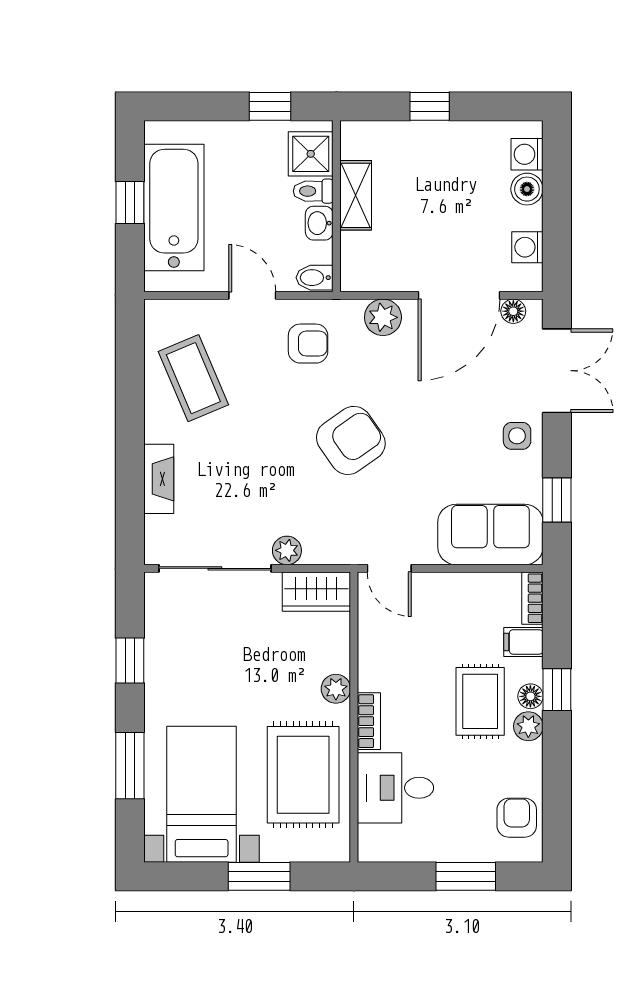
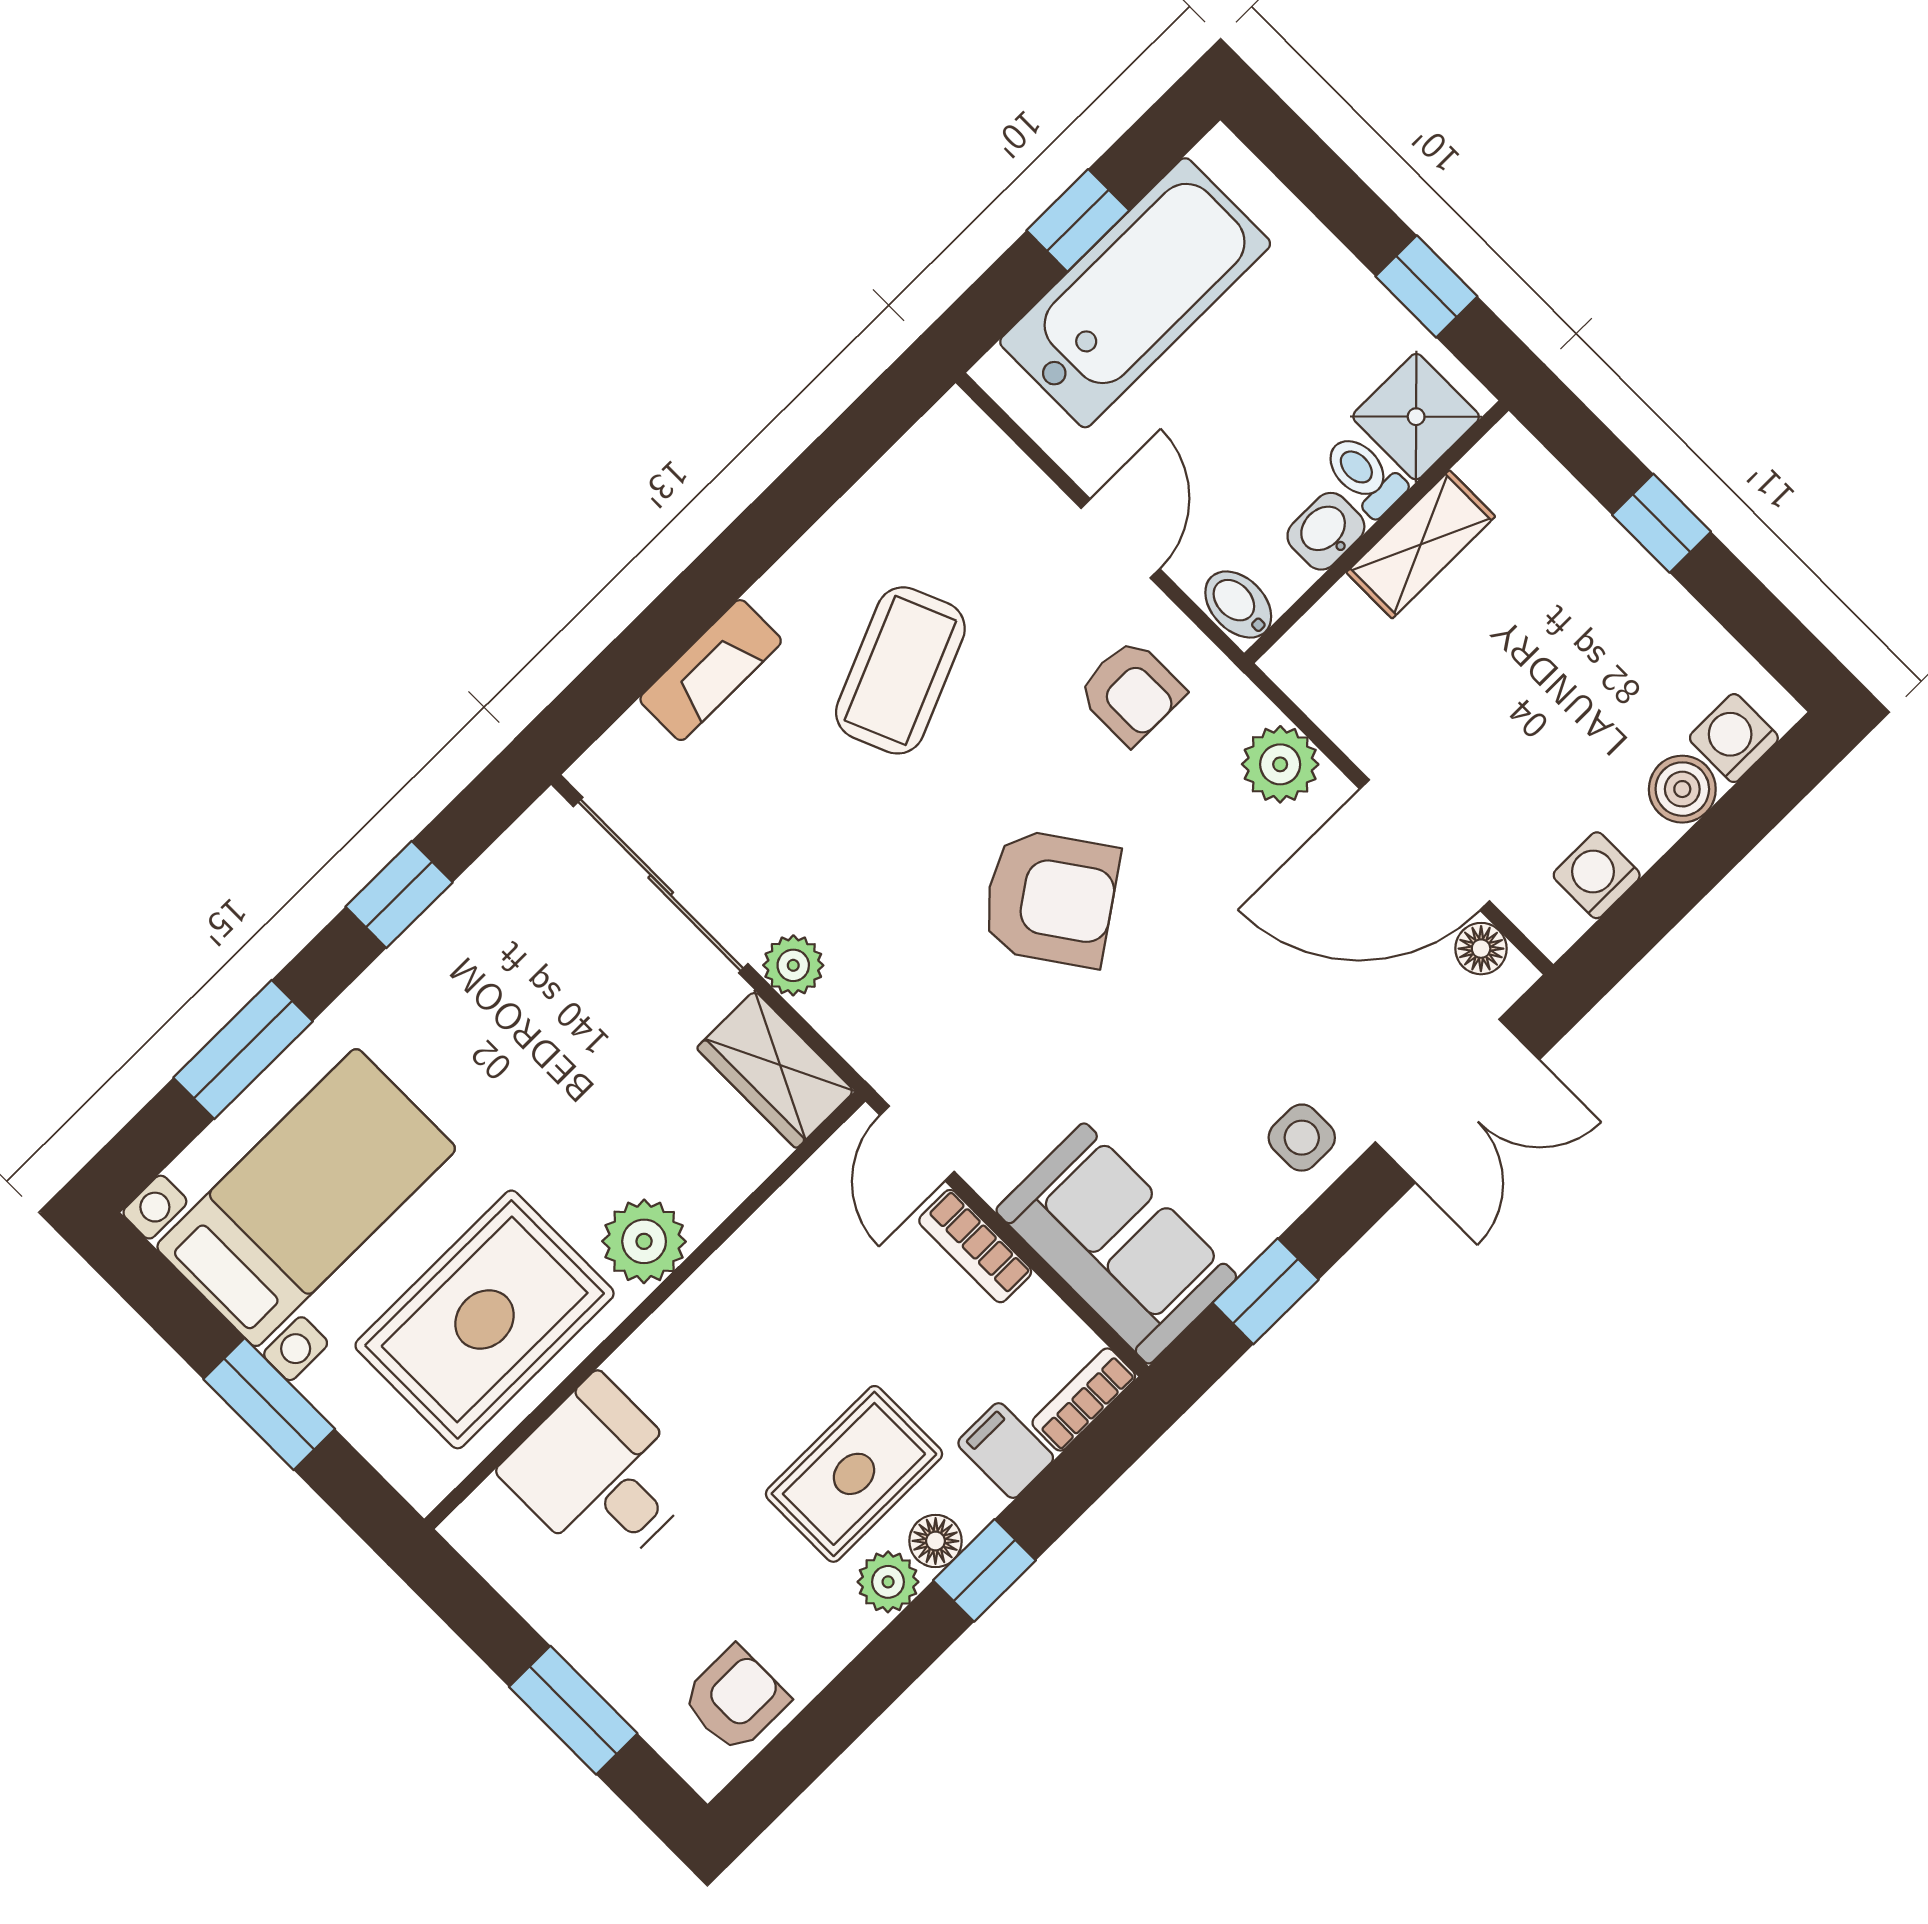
coffee table: (193, 378) -> (900, 670), moved
plant: (336, 689) -> (644, 1241), width x1.38, depth x1.38
bookcase: (369, 721) -> (975, 1246), moved, turned 90

